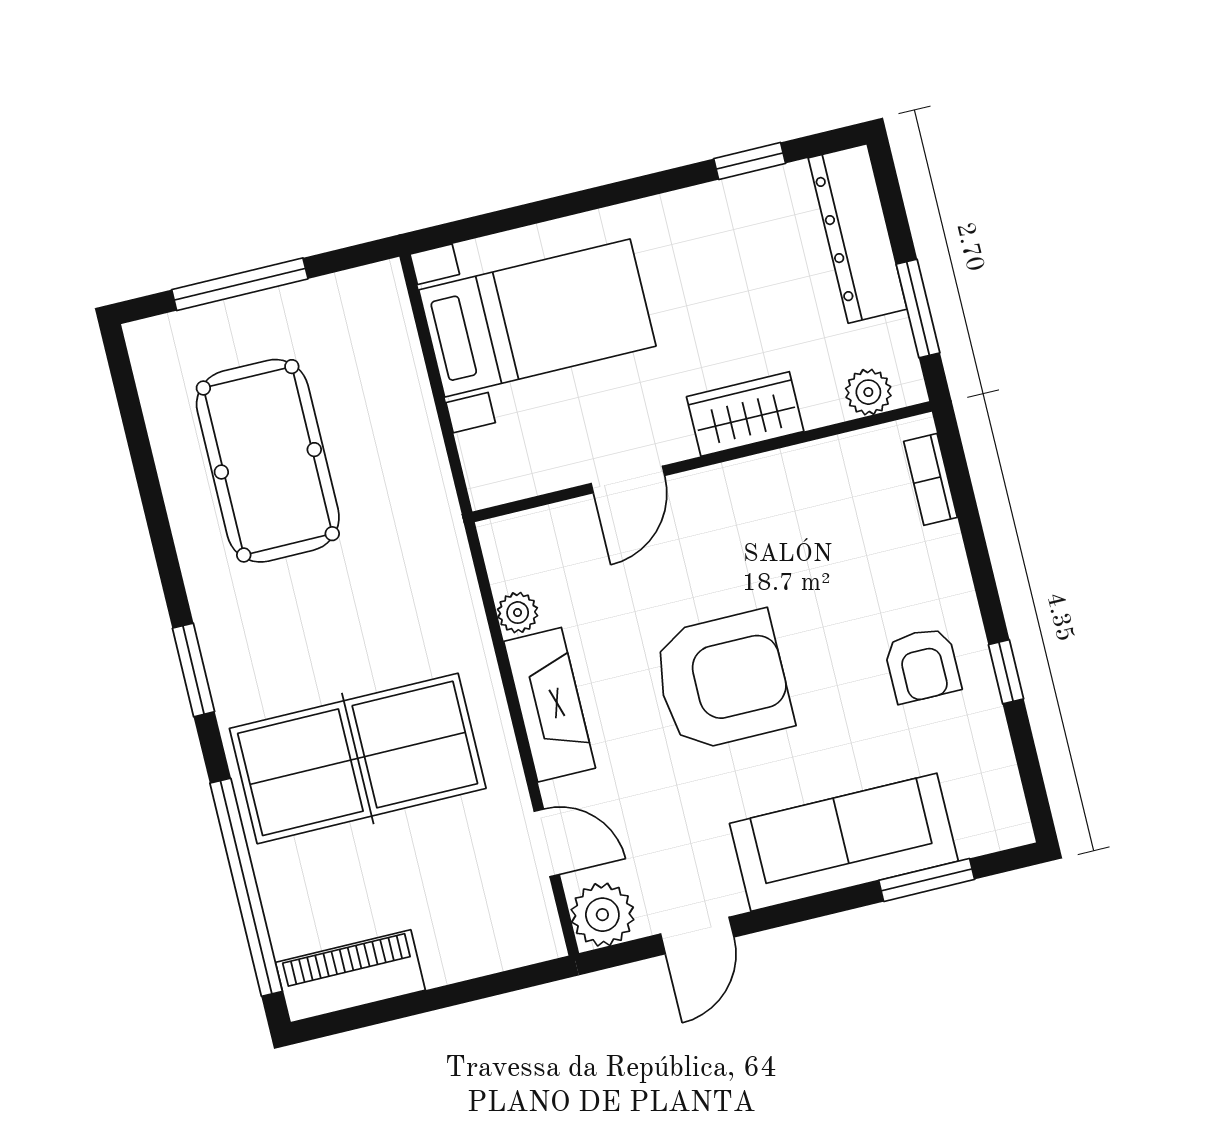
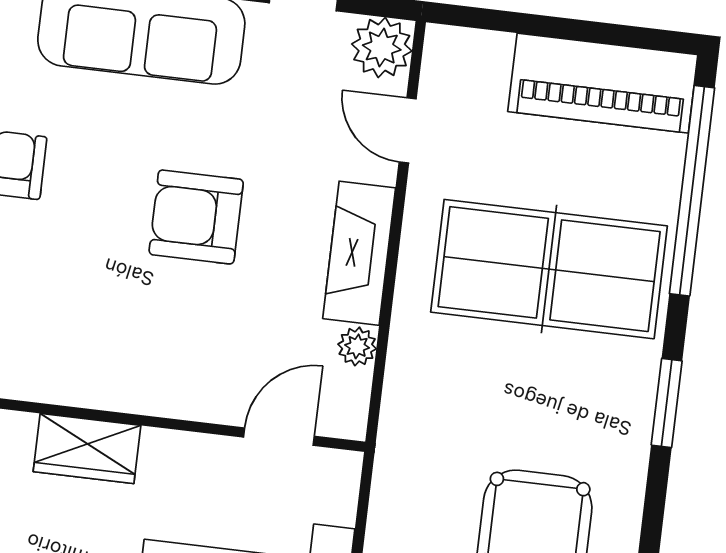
door: (628, 480) -> (279, 437), moved
armchair: (723, 681) -> (196, 217), width x0.73, depth x0.73
piano: (350, 976) -> (603, 83), width x1.37, depth x1.33

